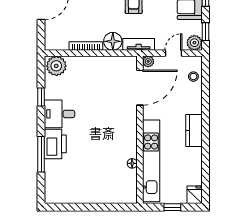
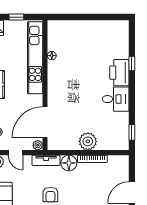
door: (173, 53) -> (15, 153), hinge flipped
plant: (56, 66) -> (88, 141), moved
window: (41, 97) -> (132, 132), moved
window: (41, 154) -> (132, 64), width x0.46

